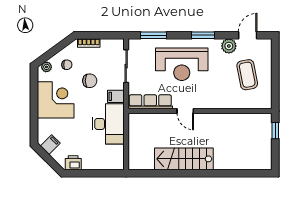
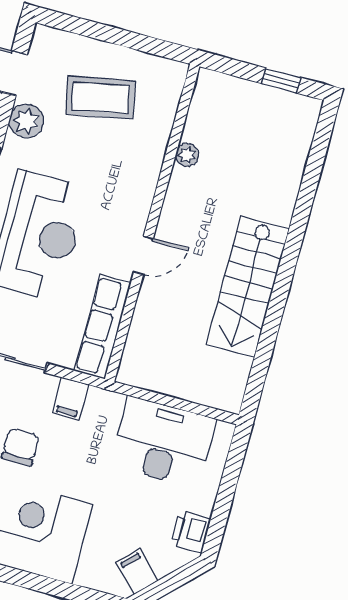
plant: (233, 118) -> (187, 155), added
desk: (108, 124) -> (163, 442), moved
window: (275, 131) -> (282, 81), moved

